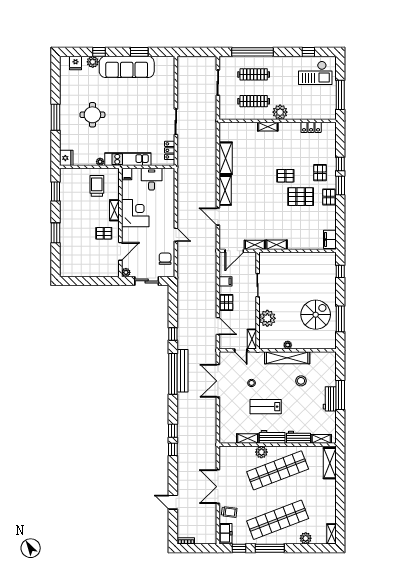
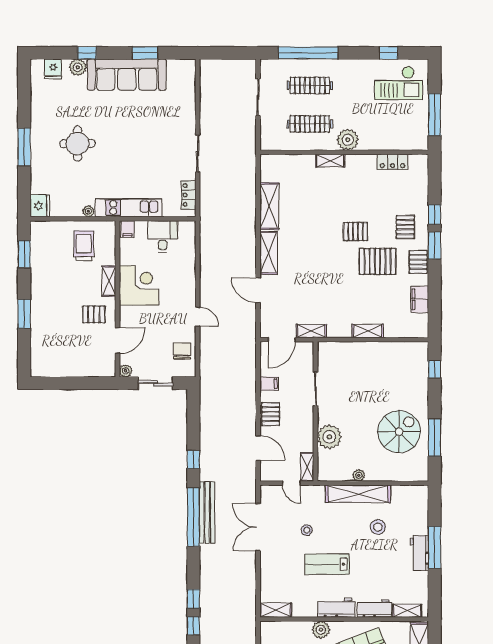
filing cabinet: (330, 239) -> (420, 299), moved
shelving: (277, 245) -> (368, 331), moved
shelving: (248, 439) -> (276, 610), moved

